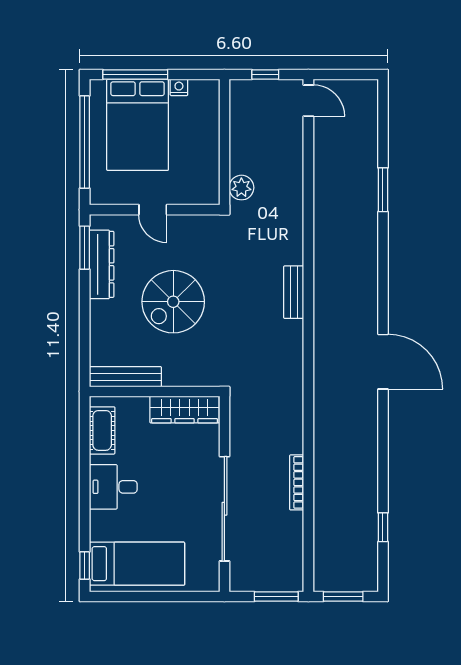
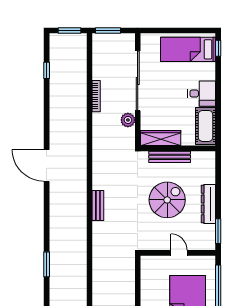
plant: (241, 188) -> (128, 120), moved
dresser: (102, 264) -> (208, 204), moved
bench: (125, 377) -> (170, 157), moved
cot: (102, 430) -> (206, 126), width x1.37, depth x1.34

